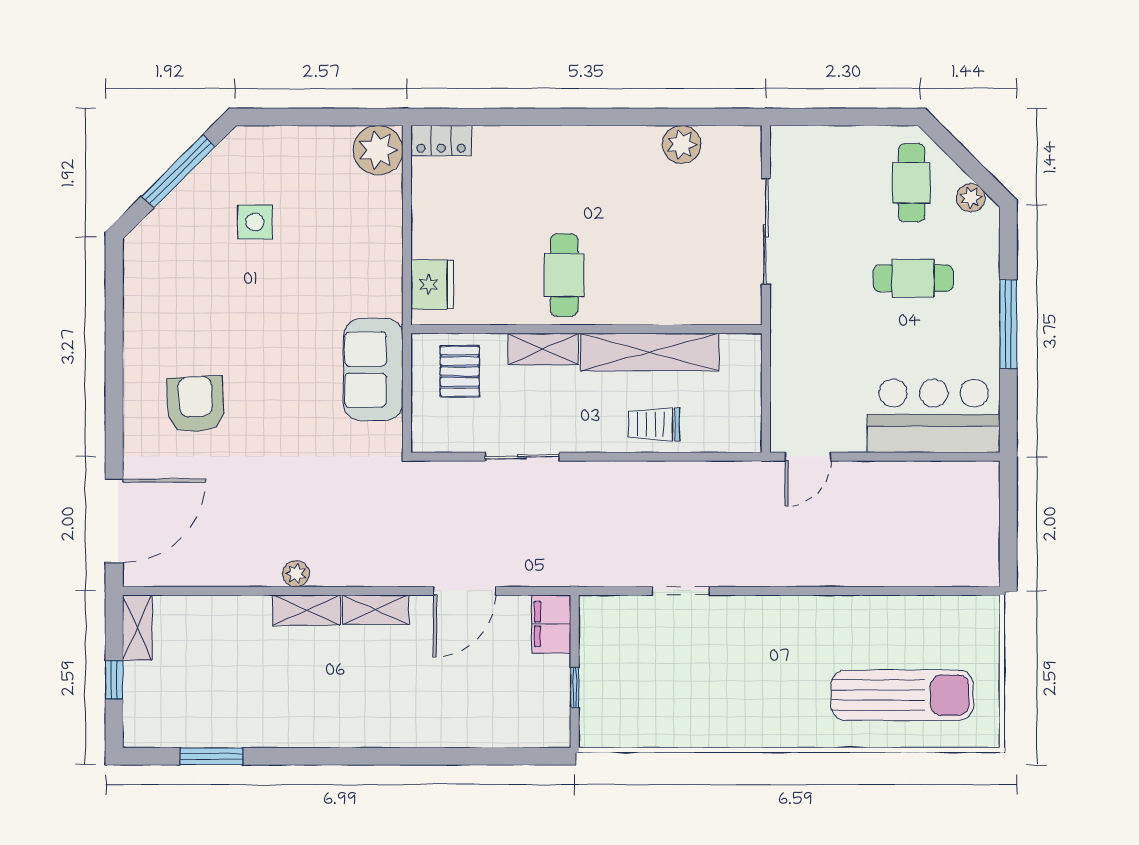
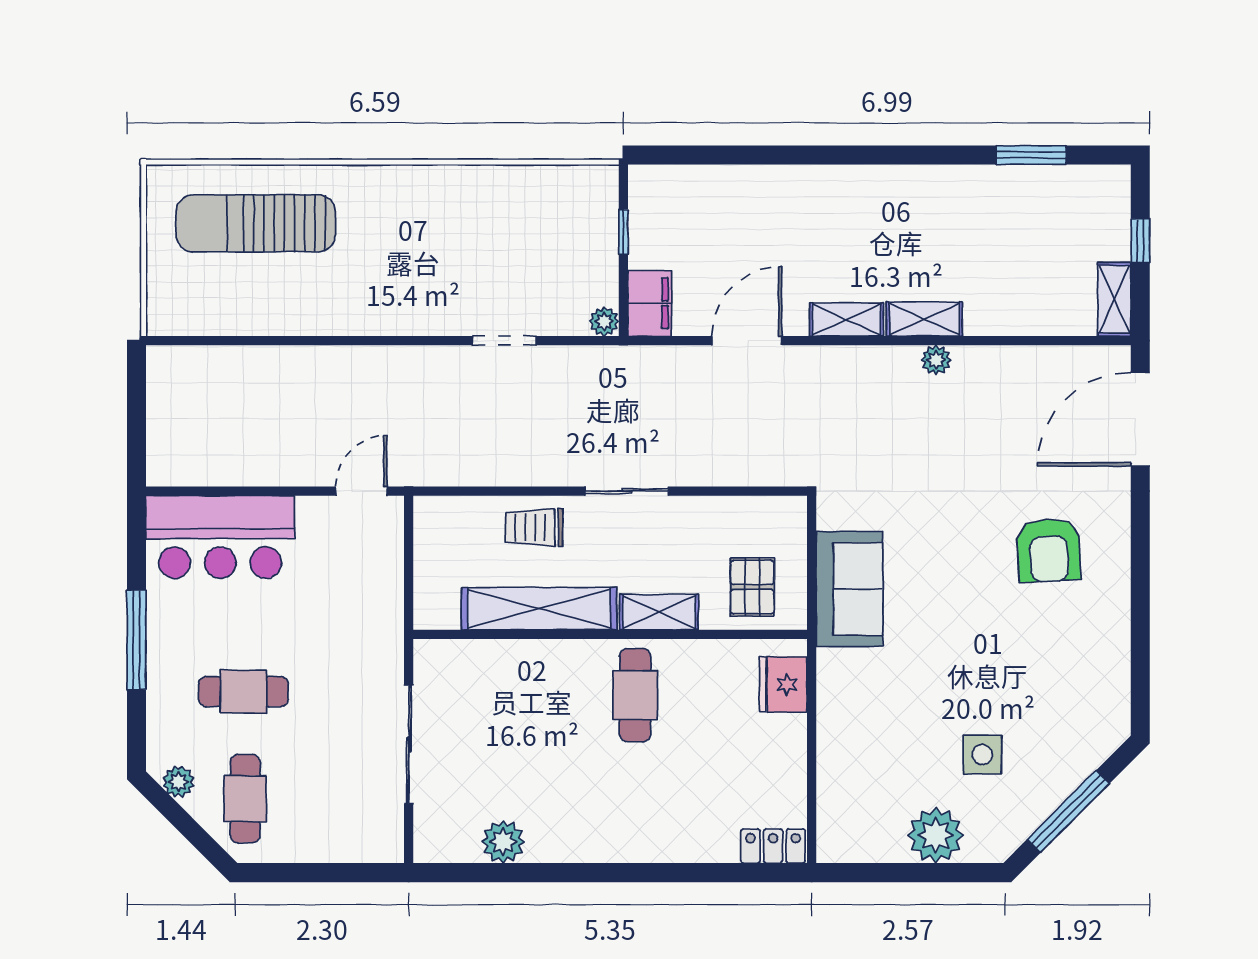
plant: (378, 150) -> (936, 835), moved
trolley: (654, 424) -> (534, 528), turned 180
sliding door: (522, 457) -> (627, 491), moved
plant: (592, 608) -> (604, 321), added

